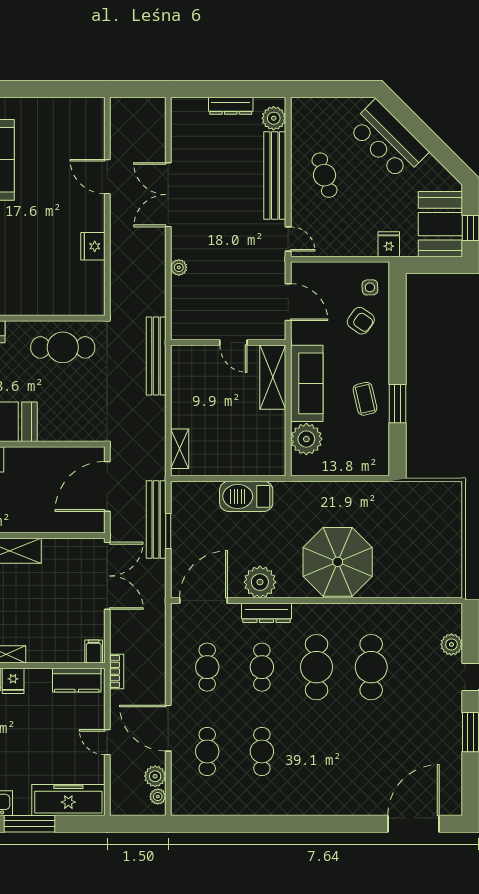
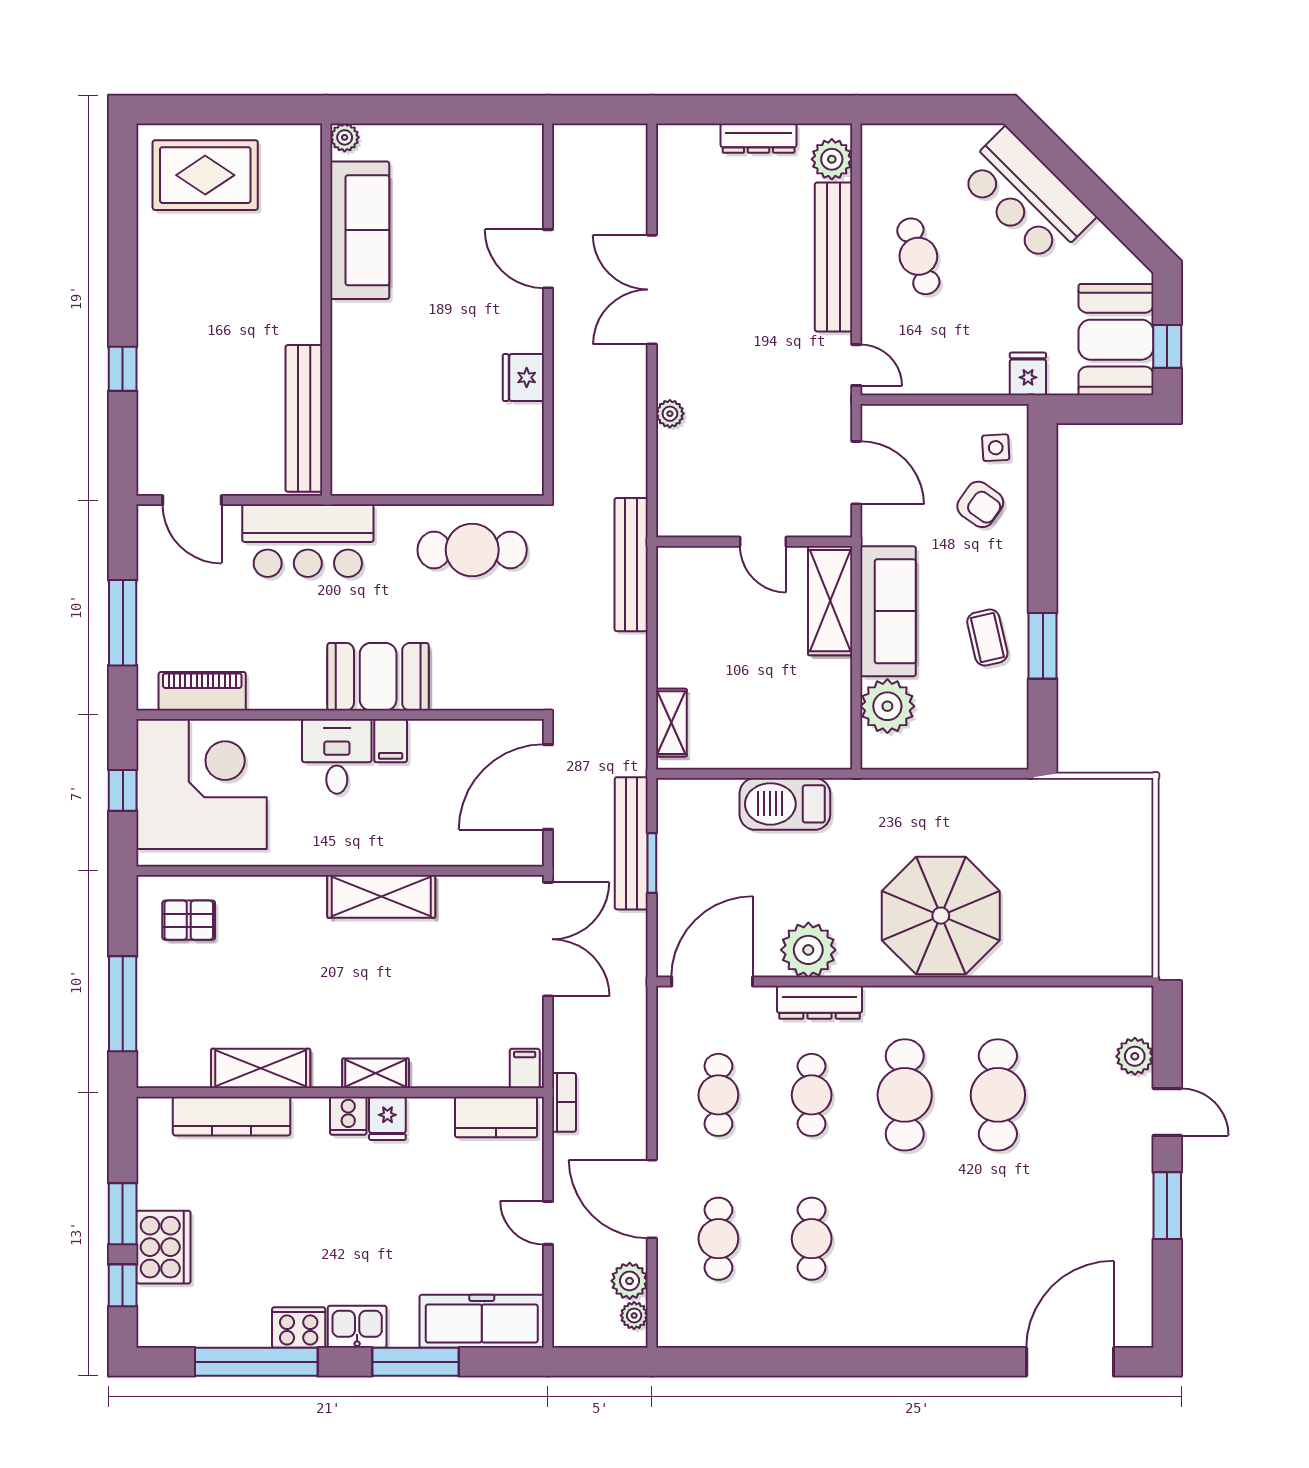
filing cabinet: (15, 459) -> (391, 741), added

